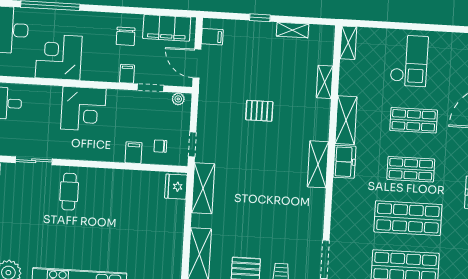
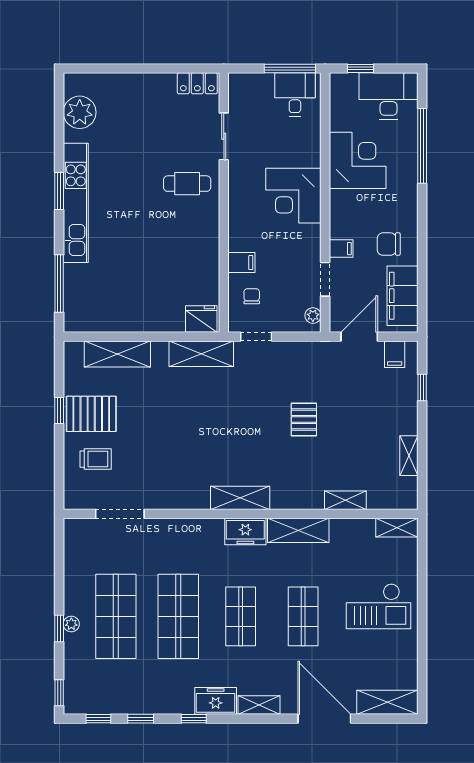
window: (260, 18) -> (422, 388), moved

